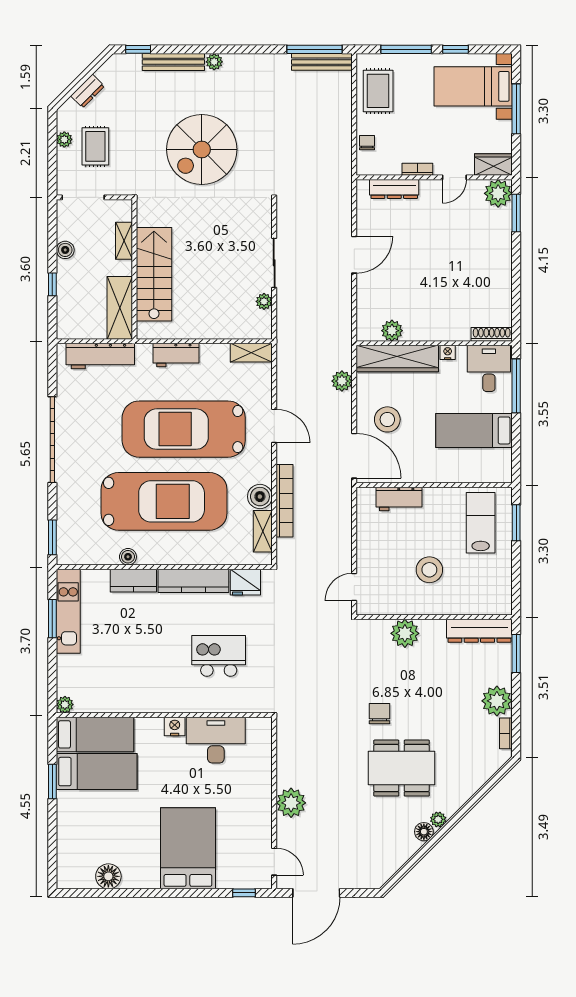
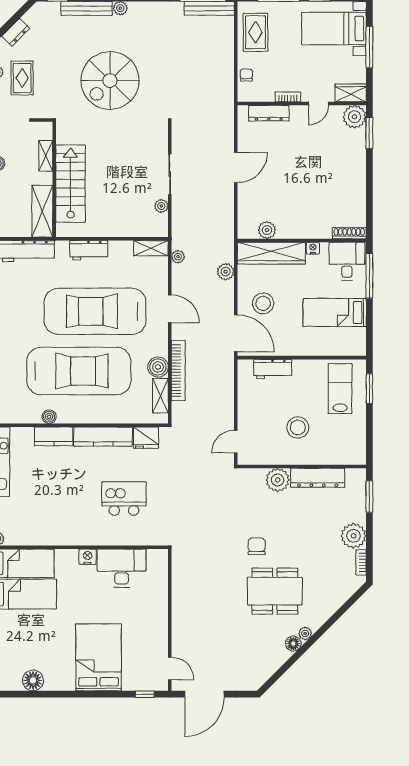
dresser: (479, 631) -> (318, 478), moved
plant: (291, 803) -> (178, 257), moved, width x0.53, depth x0.53

